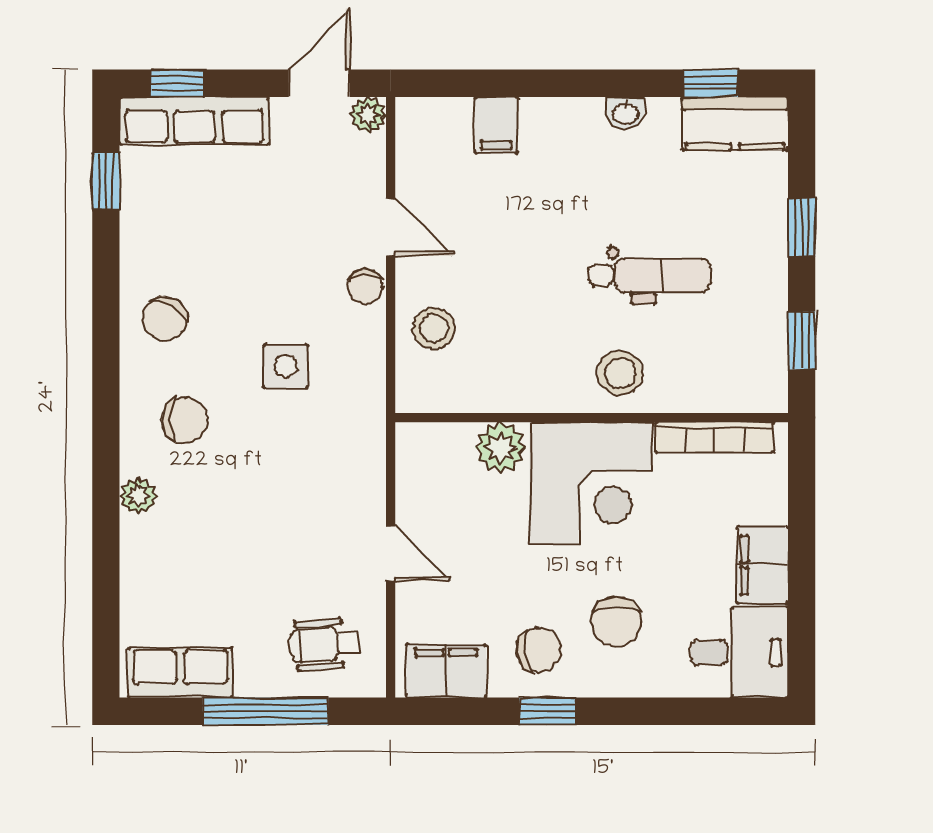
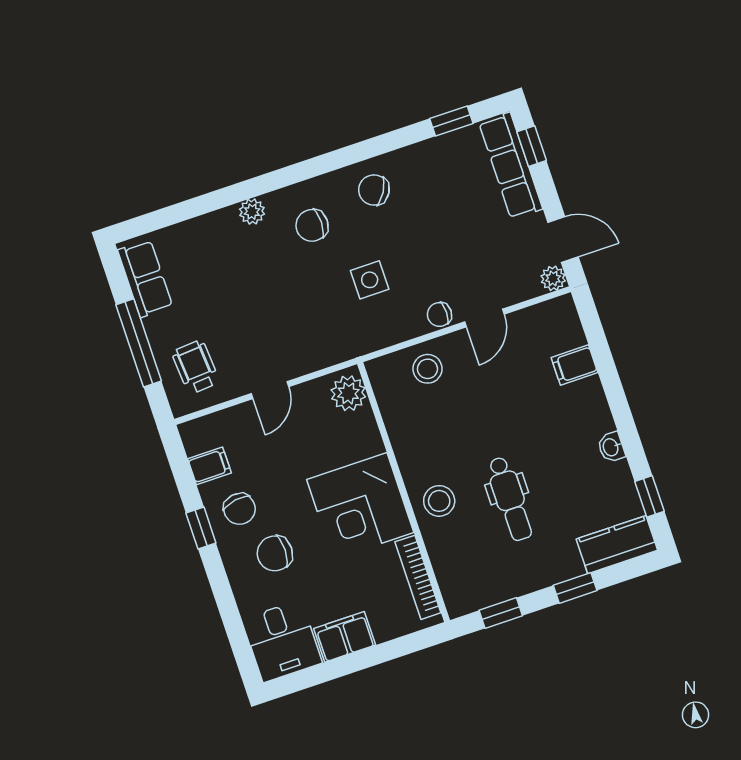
kitchen counter: (735, 123) -> (617, 545), moved, turned 90
chair: (185, 420) -> (312, 225), turned 90
plant: (500, 448) -> (348, 393), moved
filing cabinet: (446, 671) -> (209, 466), width x0.50

